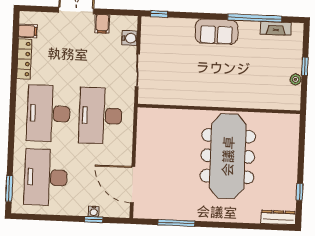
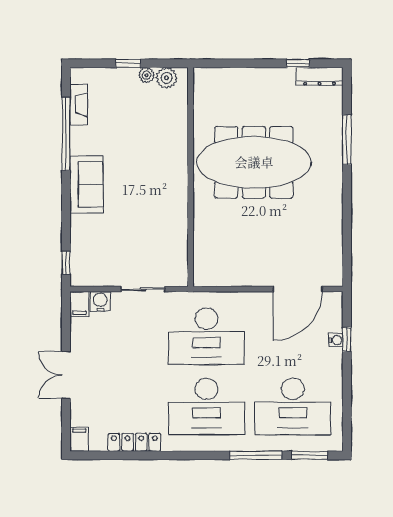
filing cabinet: (102, 24) -> (79, 304), moved, turned 90
filing cabinet: (28, 31) -> (79, 439), moved
plant: (293, 94) -> (166, 78), added
window: (11, 149) -> (256, 455), added
dresser: (278, 217) -> (319, 76), moved, turned -90
window: (176, 223) -> (347, 140), moved

